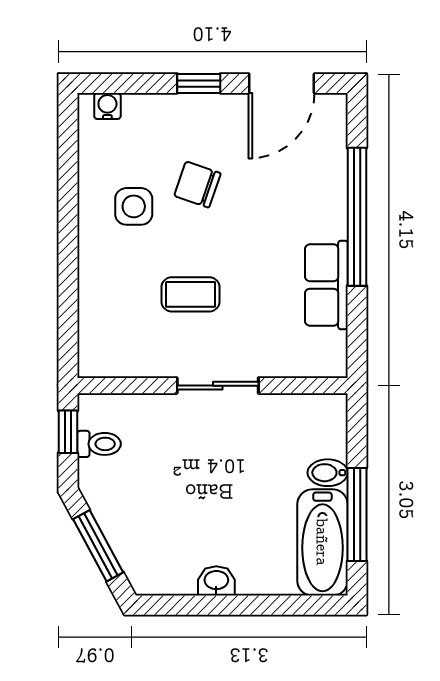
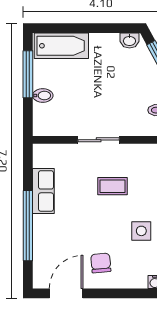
window: (199, 83) -> (108, 293), removed
chair: (197, 185) -> (101, 263), moved, turned -114
bathtub: (322, 542) -> (61, 46), moved, turned 90
washbasin: (216, 581) -> (129, 41), moved

